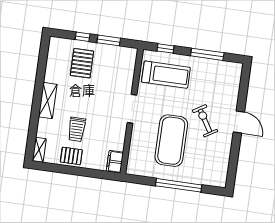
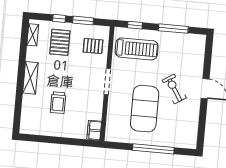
shelving: (39, 150) -> (33, 35), moved
pallet: (71, 156) -> (93, 46), moved

